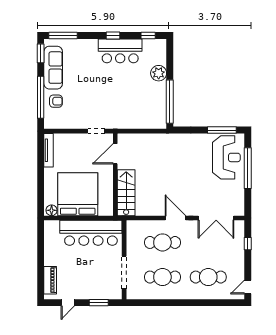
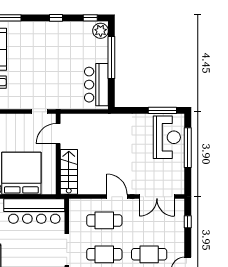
bar counter: (120, 51) -> (96, 85), moved, turned 90
plant: (159, 73) -> (101, 31), moved
window: (170, 102) -> (111, 58), moved

